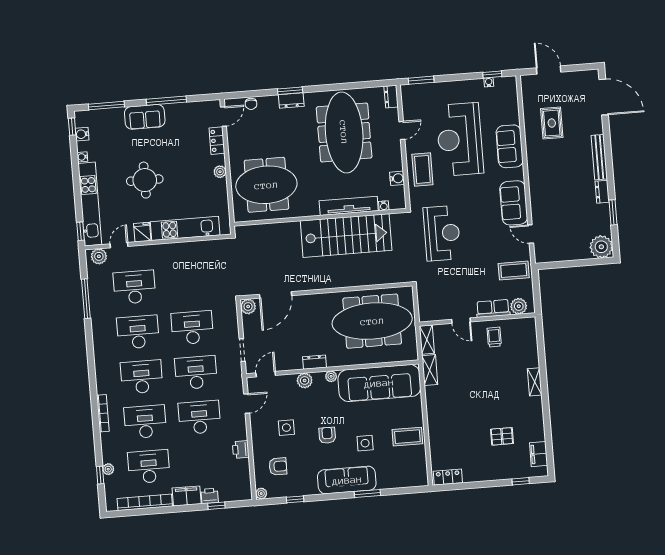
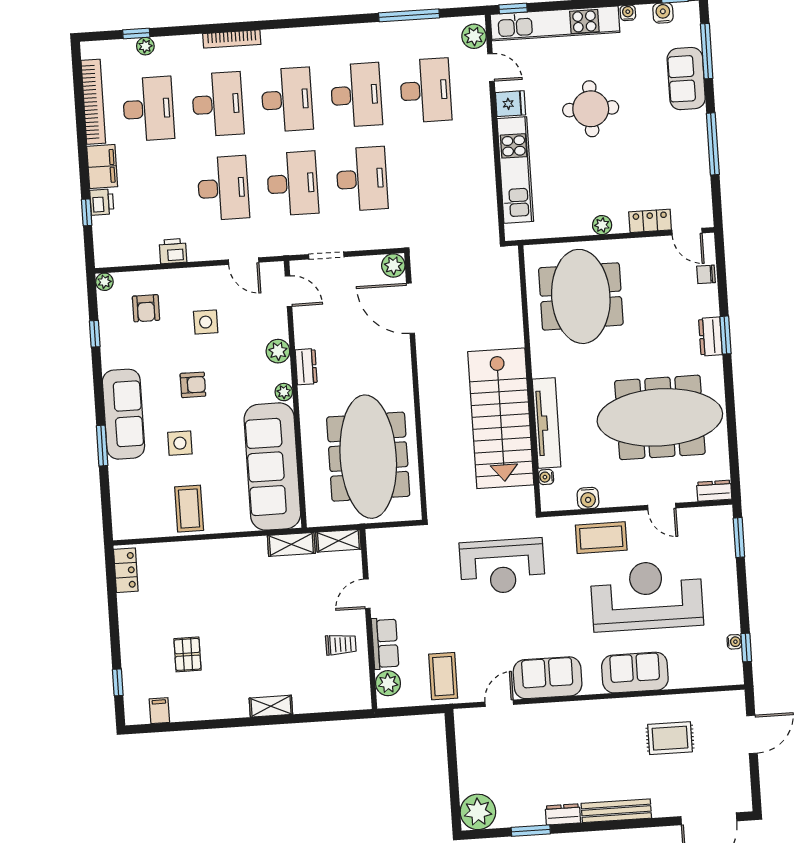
sofa: (145, 117) -> (686, 79), moved
filing cabinet: (539, 454) -> (159, 711), width x0.50

